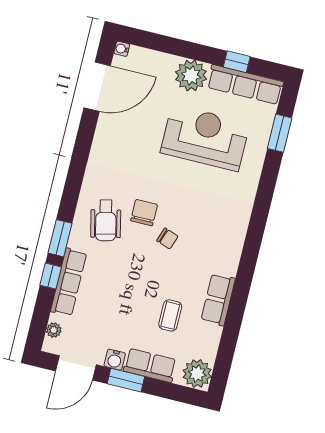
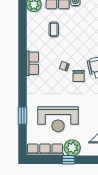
window: (237, 62) -> (68, 160), moved
window: (280, 133) -> (23, 116), moved
row of seats: (218, 300) -> (33, 63), moved

